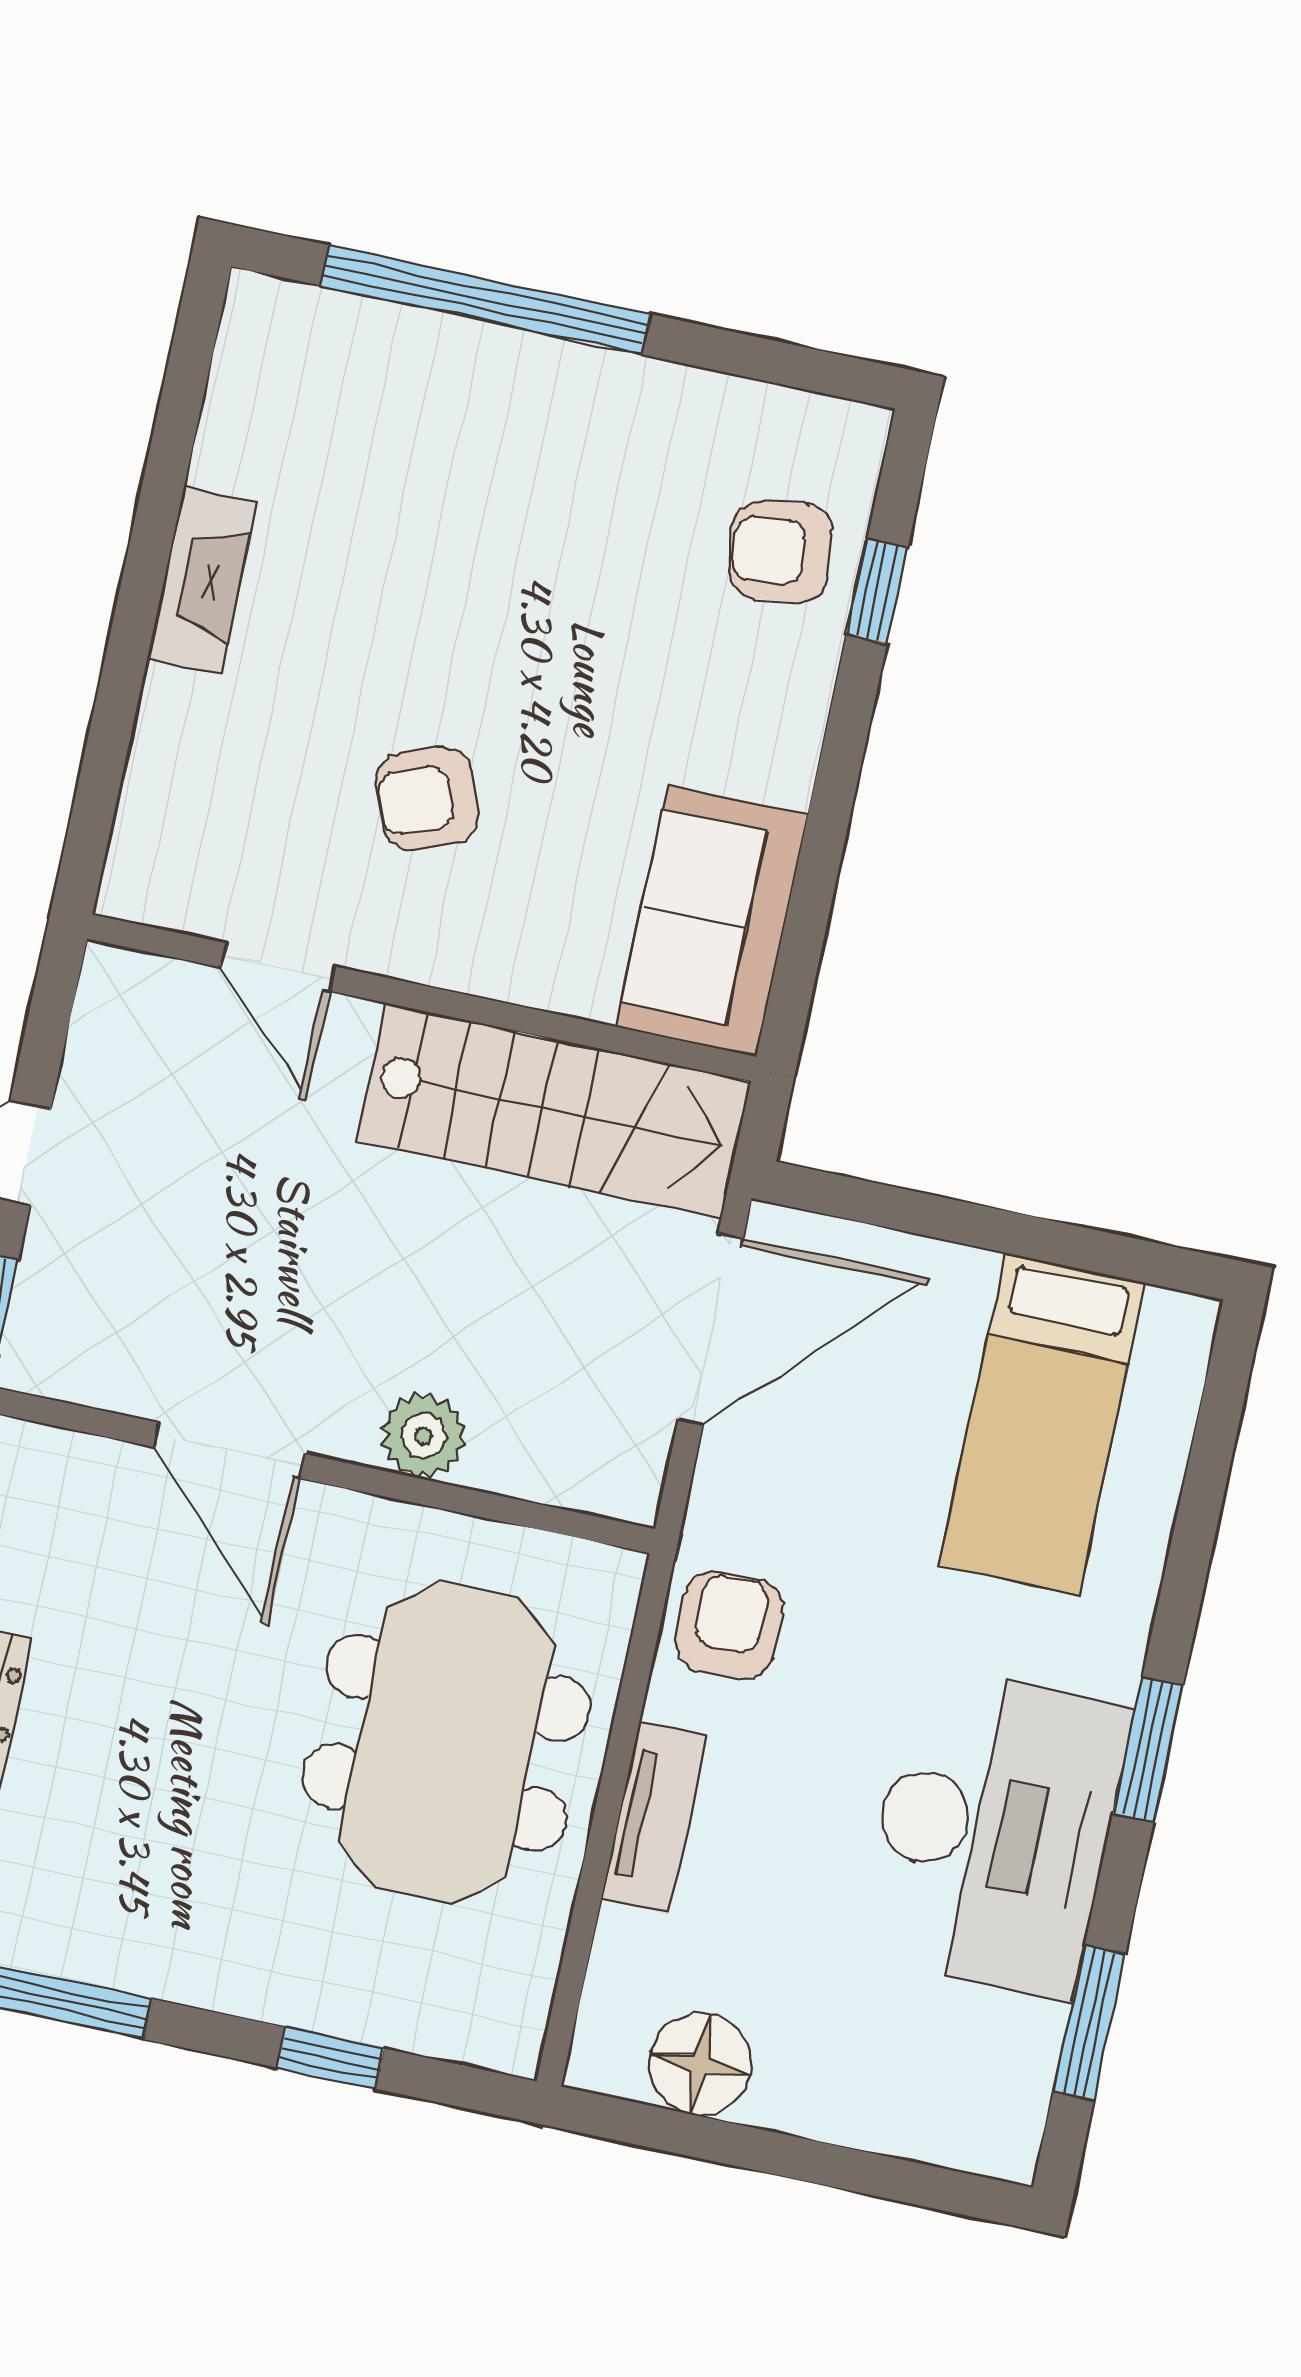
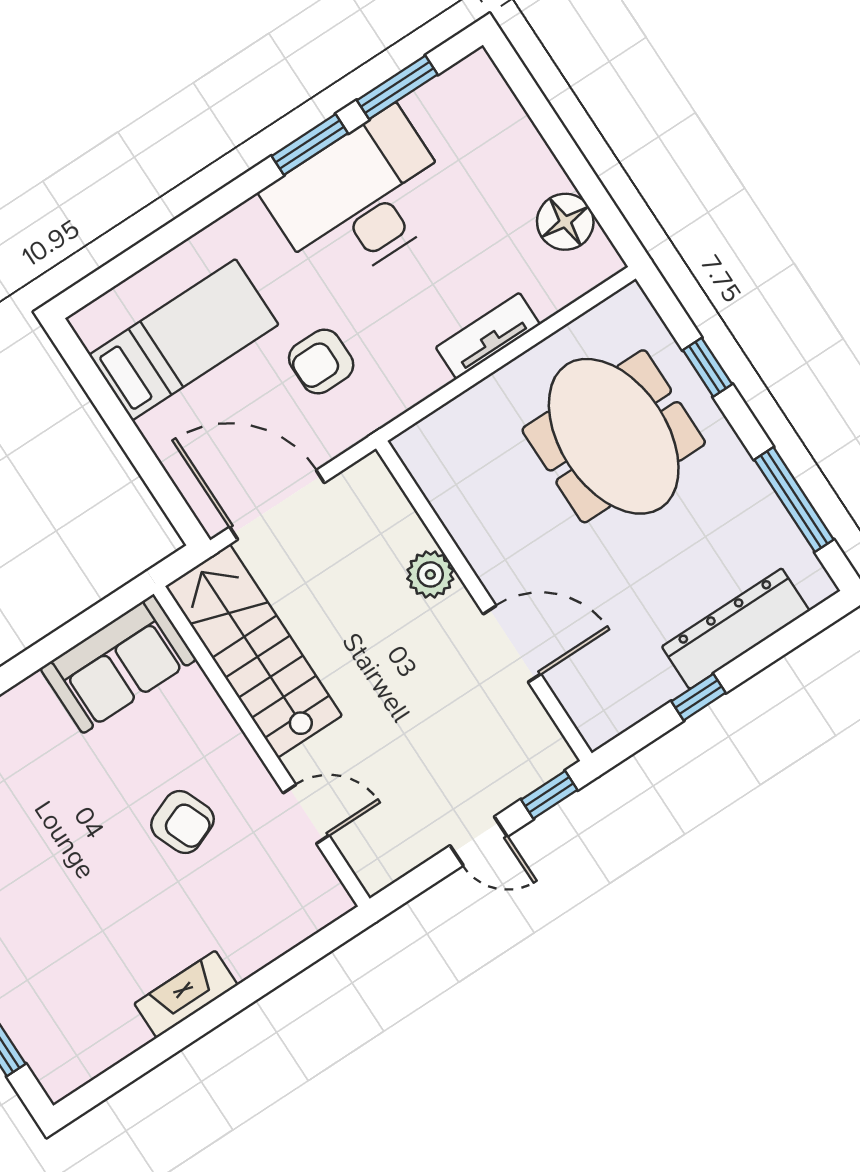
door: (277, 967) -> (306, 814), hinge flipped
door: (229, 1450) -> (512, 644), hinge flipped
armchair: (729, 1625) -> (321, 362), moved
meeting table: (446, 1742) -> (614, 436), moved, turned 90
window: (1148, 1749) -> (310, 145), moved

